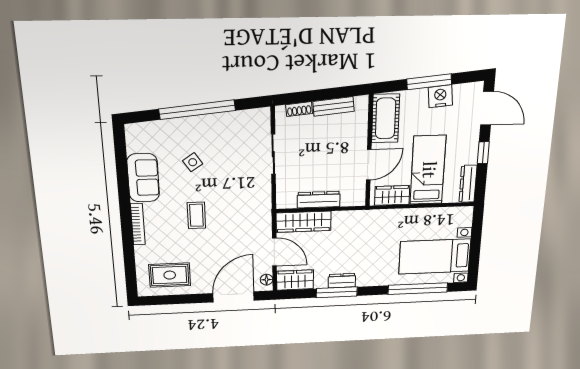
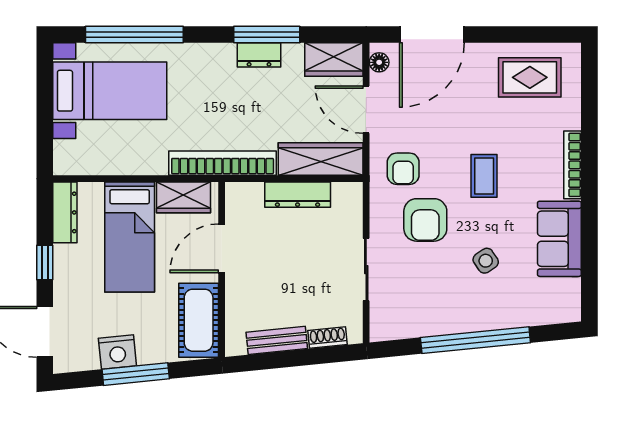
armchair: (234, 187) -> (425, 220), added
bookcase: (366, 217) -> (223, 163), added
armchair: (250, 218) -> (403, 169), added

